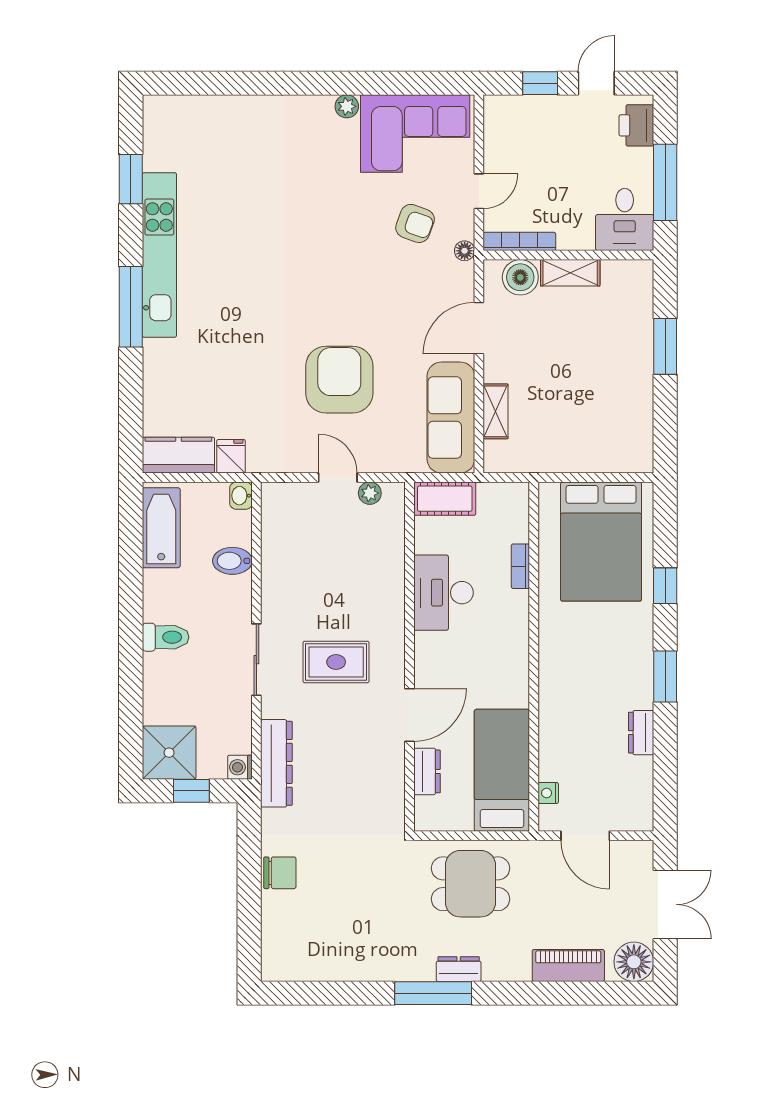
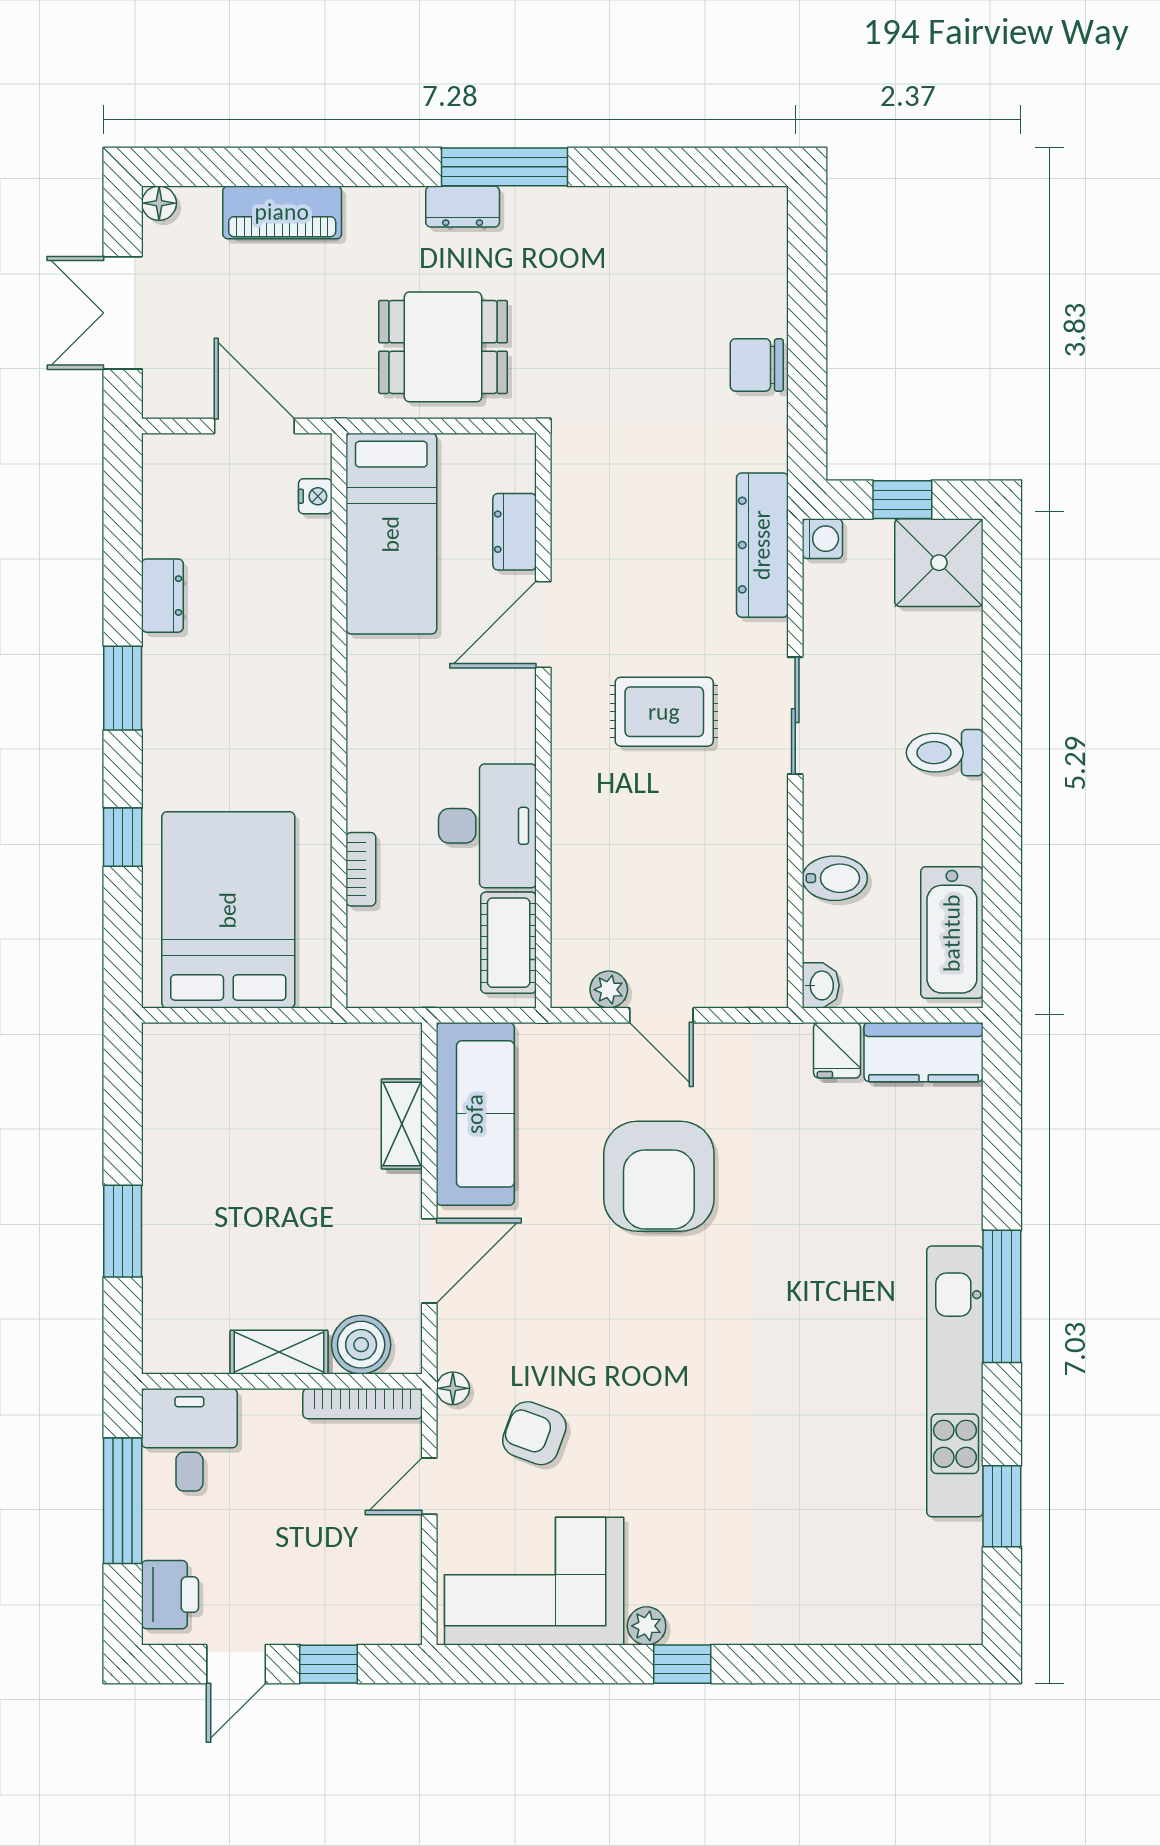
window: (325, 83) -> (682, 1664), added
cot: (445, 499) -> (509, 943), moved, turned 90
floor lamp: (634, 962) -> (159, 203), width x0.53, depth x0.53

